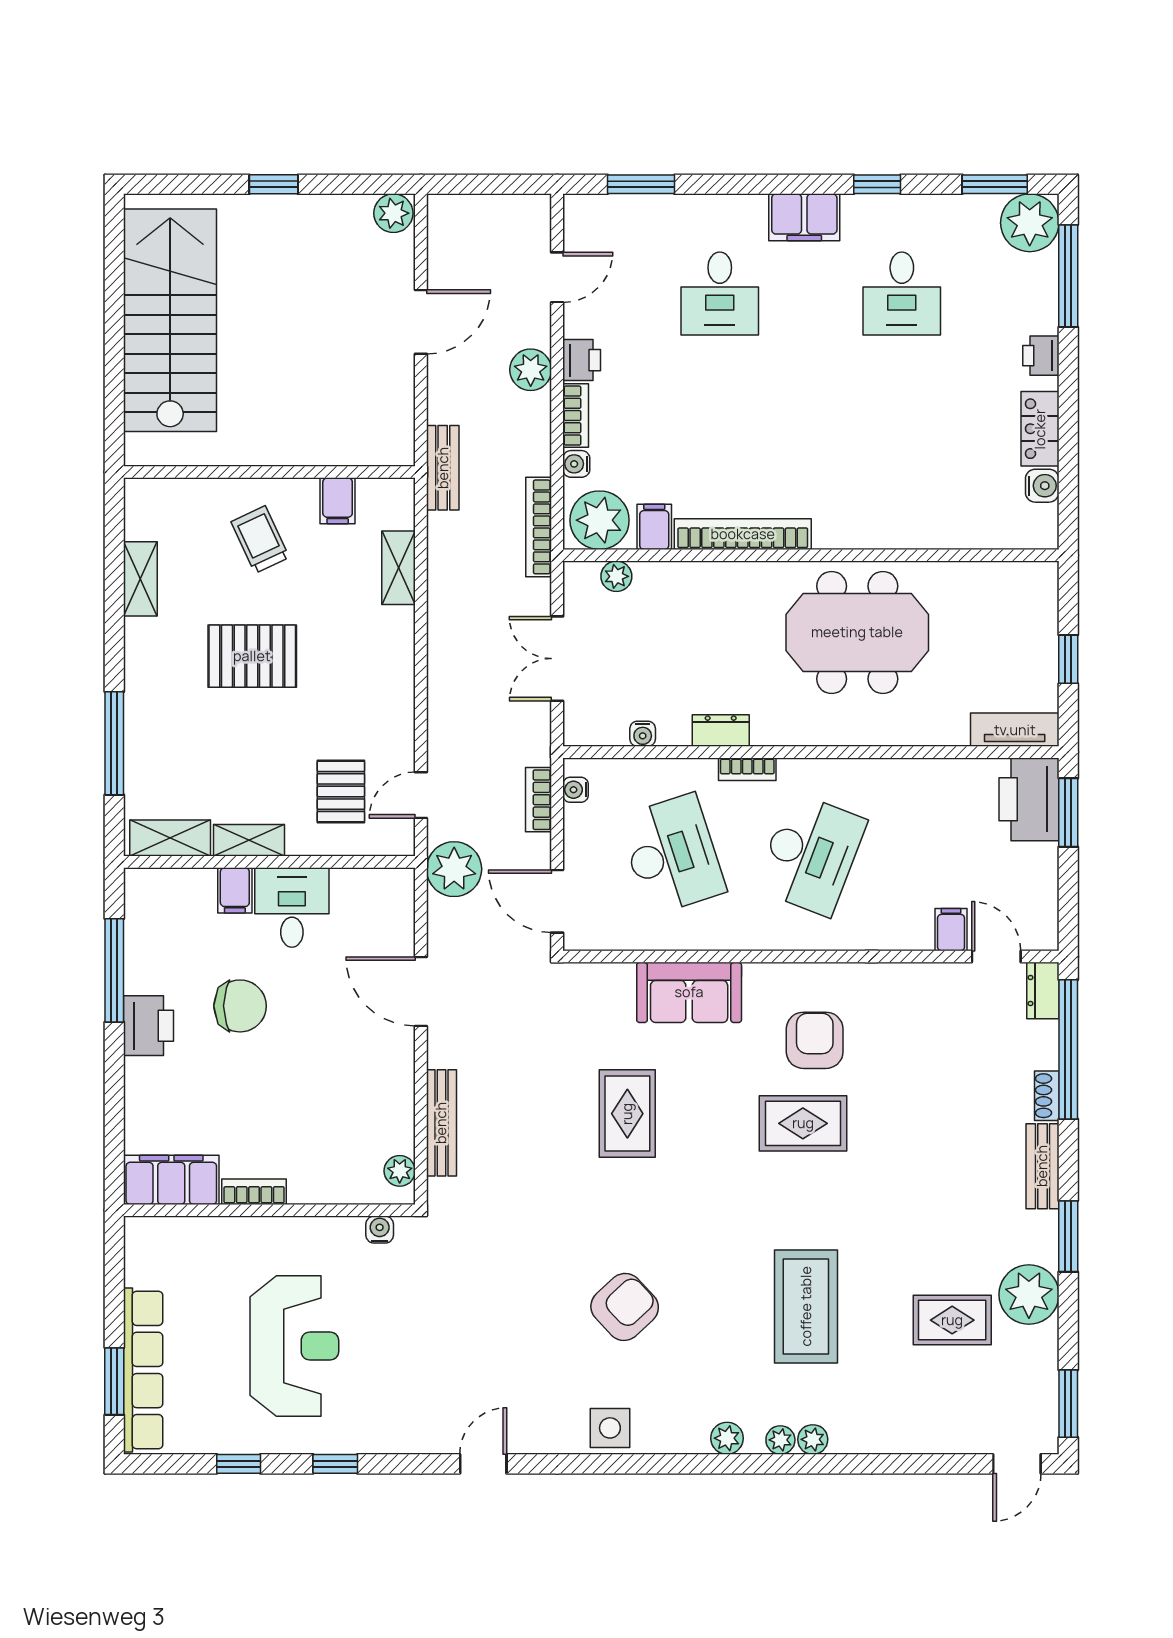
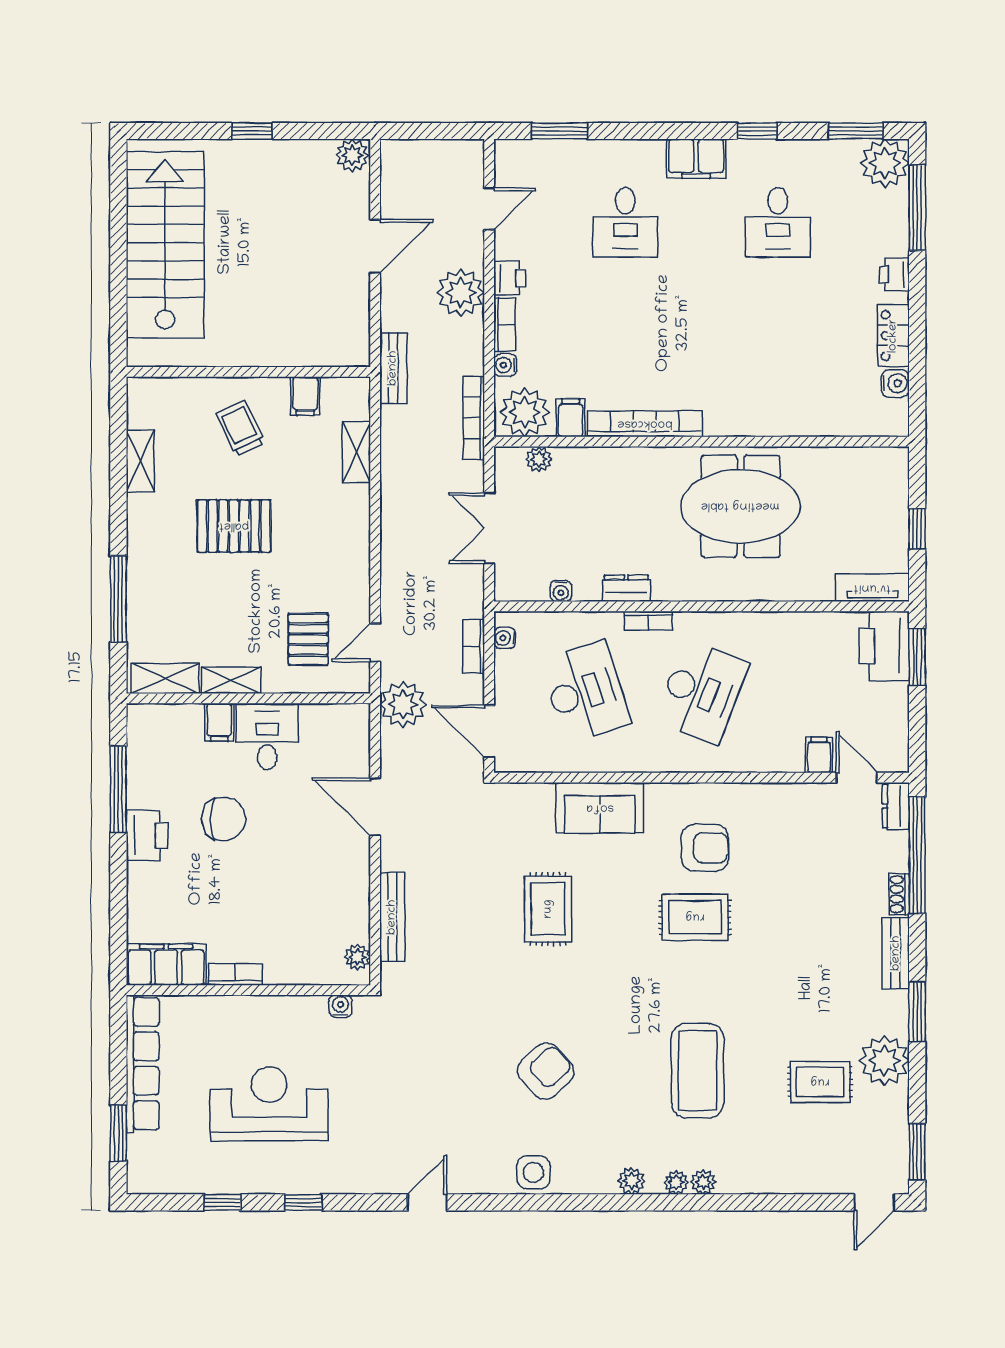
plant: (531, 370) -> (461, 293), width x1.36, depth x1.36
armchair: (815, 1040) -> (705, 848), turned 90
reception desk: (294, 1346) -> (269, 1104), turned -90
row of seats: (143, 1370) -> (143, 1064), moved

